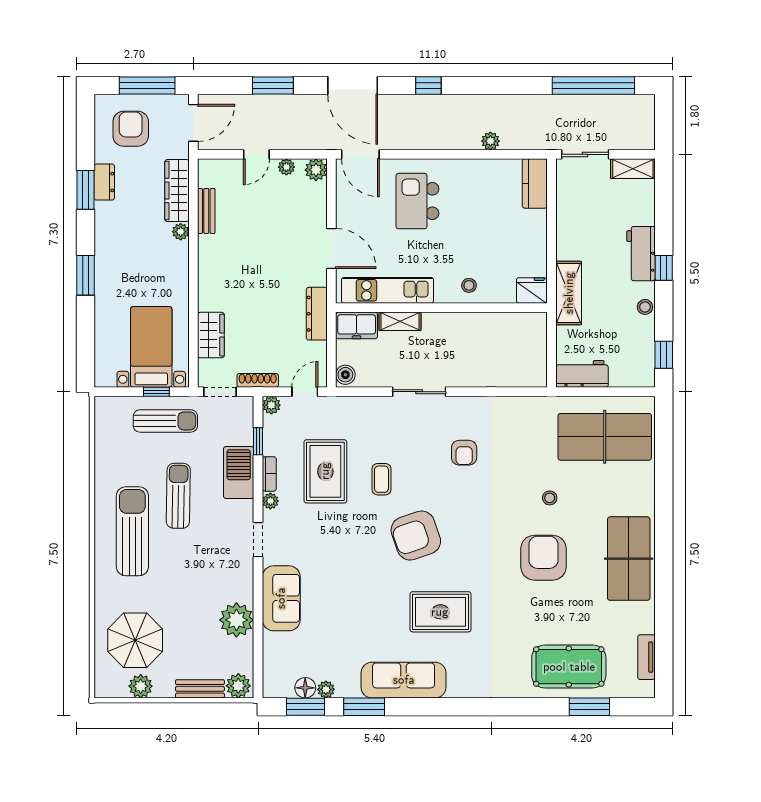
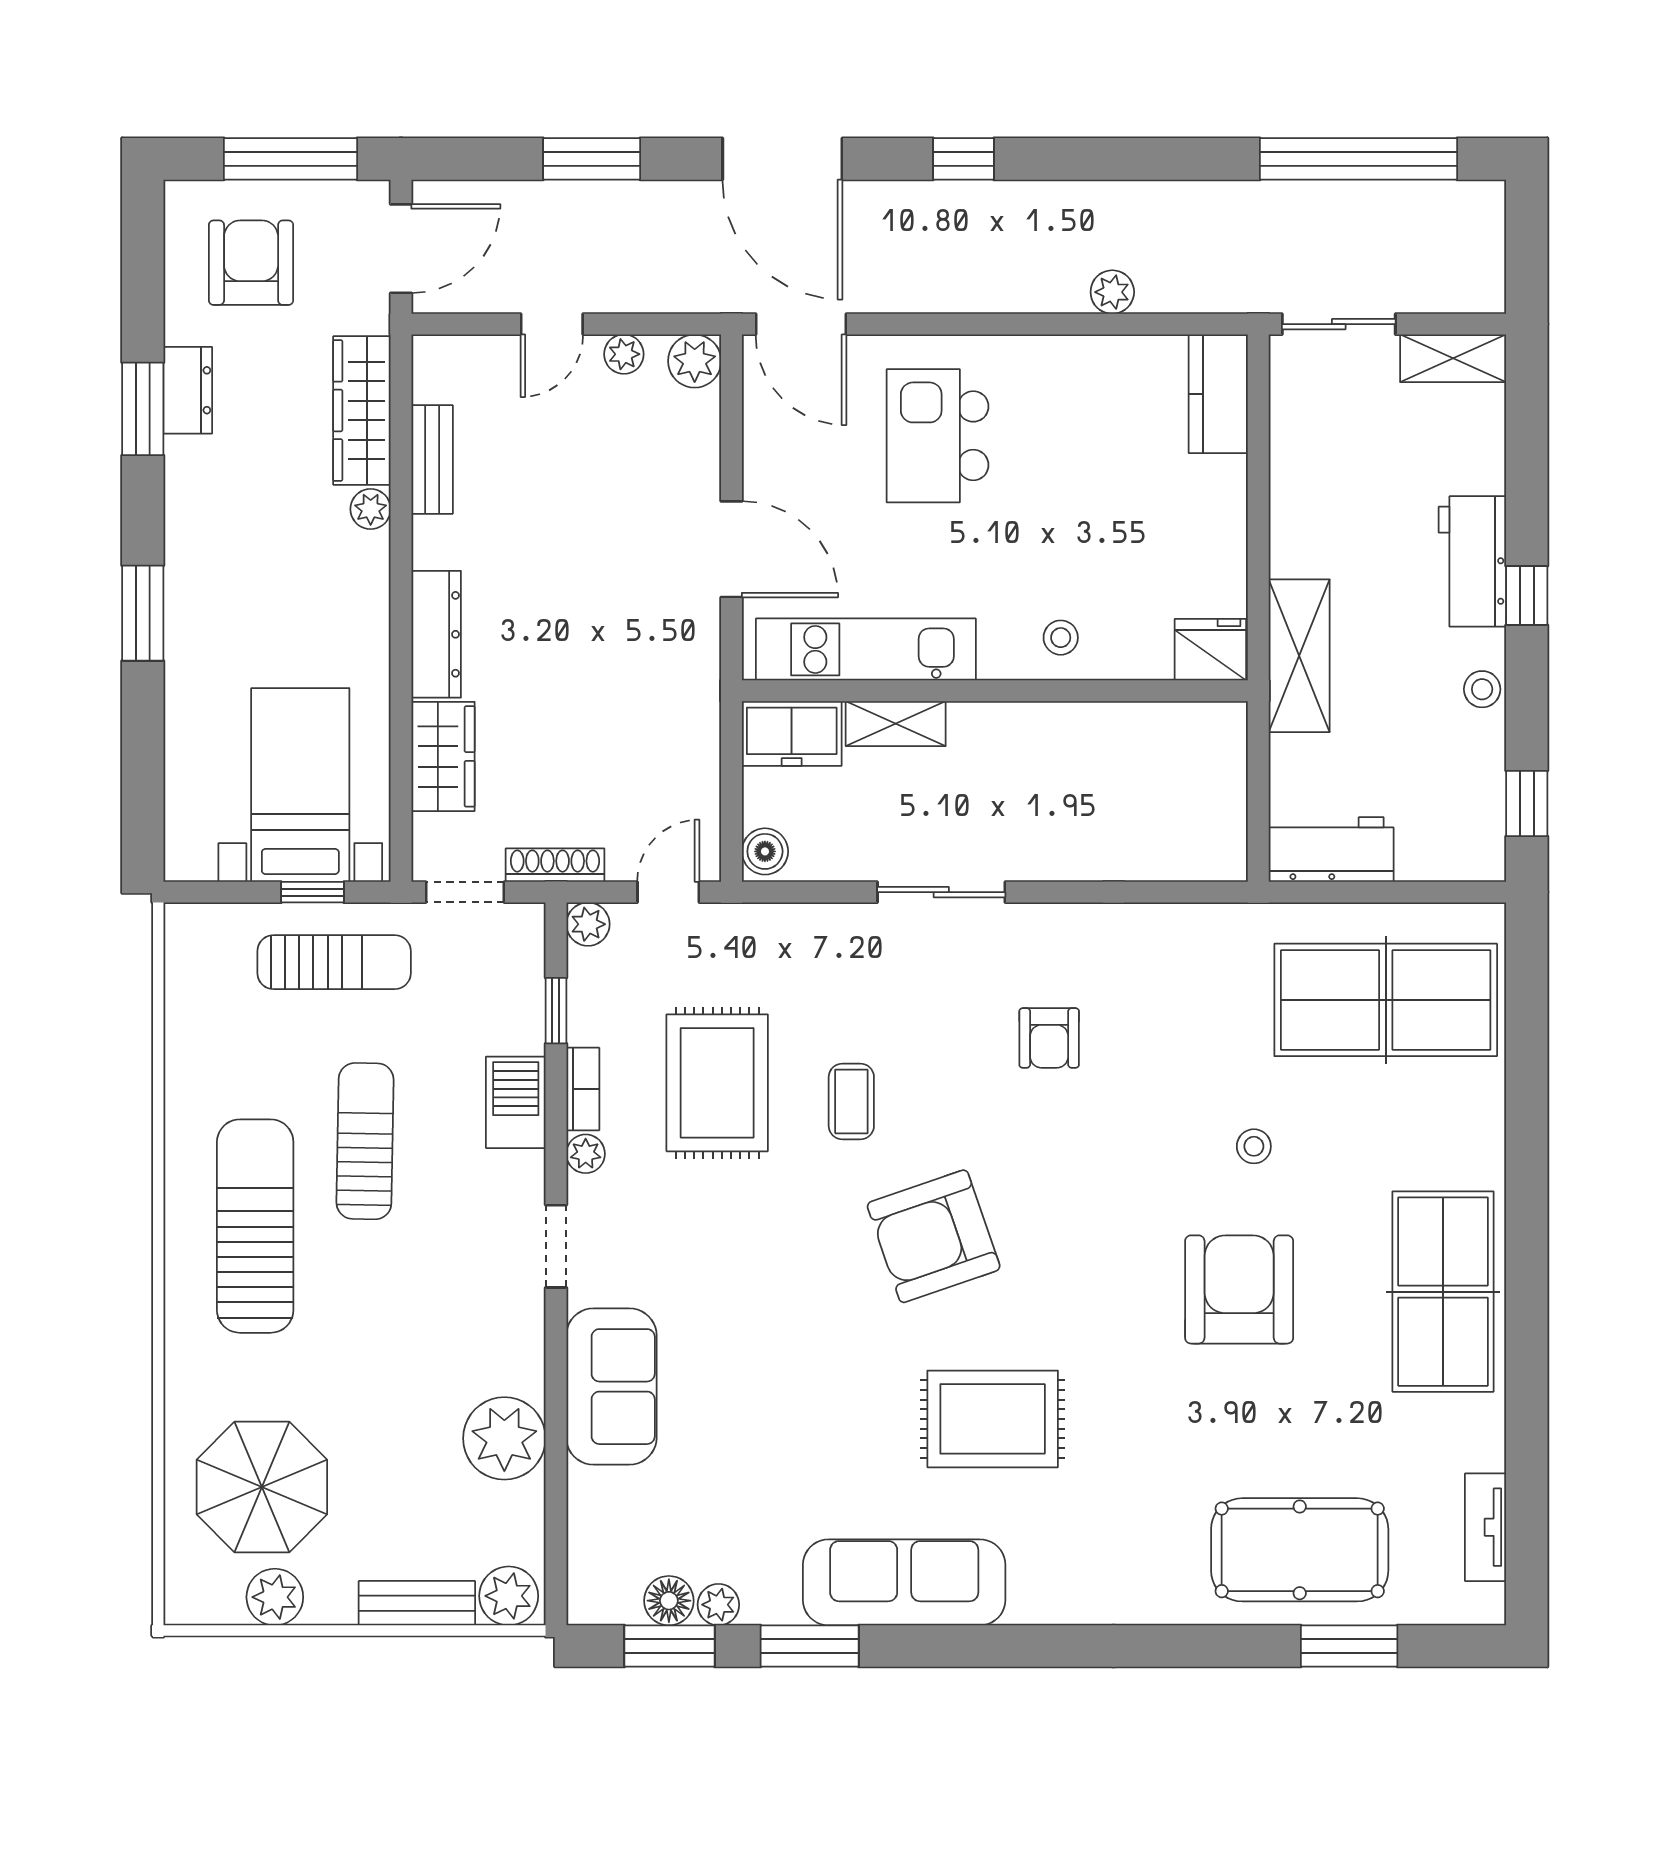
dresser: (317, 314) -> (436, 634), moved, turned 180
barbecue: (239, 473) -> (516, 1102), width x0.73, depth x0.83

